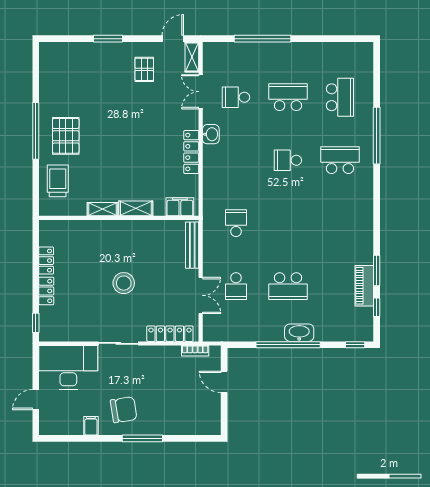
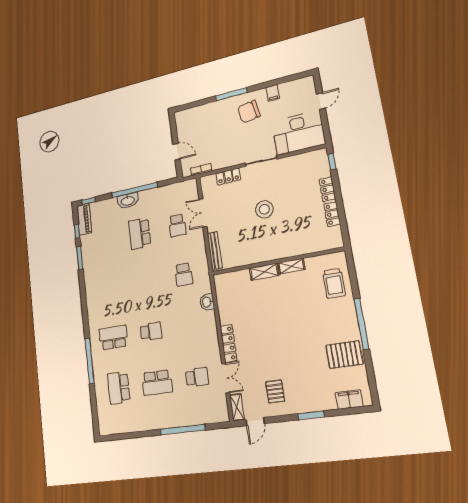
washbasin: (211, 134) -> (207, 302), moved
pallet: (66, 136) -> (344, 355), moved, turned 90
locker: (191, 152) -> (228, 343), moved
school desk: (340, 160) -> (113, 337), turned 180
filing cabinet: (180, 207) -> (349, 399), moved, turned 180
school desk: (236, 286) -> (177, 225), turned 180
school desk: (288, 286) -> (140, 234), turned -90
piano: (364, 286) -> (84, 219), moved
locker: (170, 334) -> (228, 177), width x0.66

